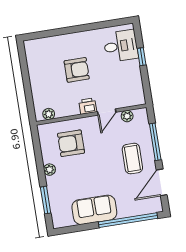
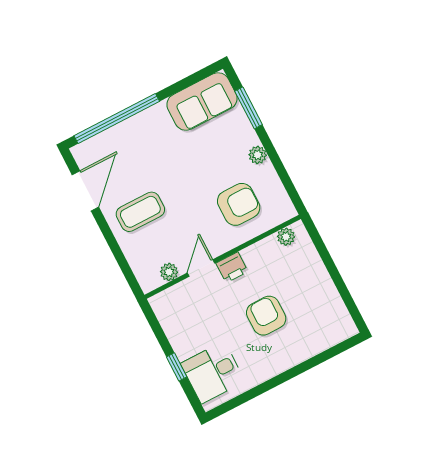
armchair: (77, 70) -> (266, 316), turned 90
window: (155, 142) -> (115, 248), removed
coffee table: (132, 159) -> (140, 212), turned 90
sofa: (94, 210) -> (202, 101), moved

